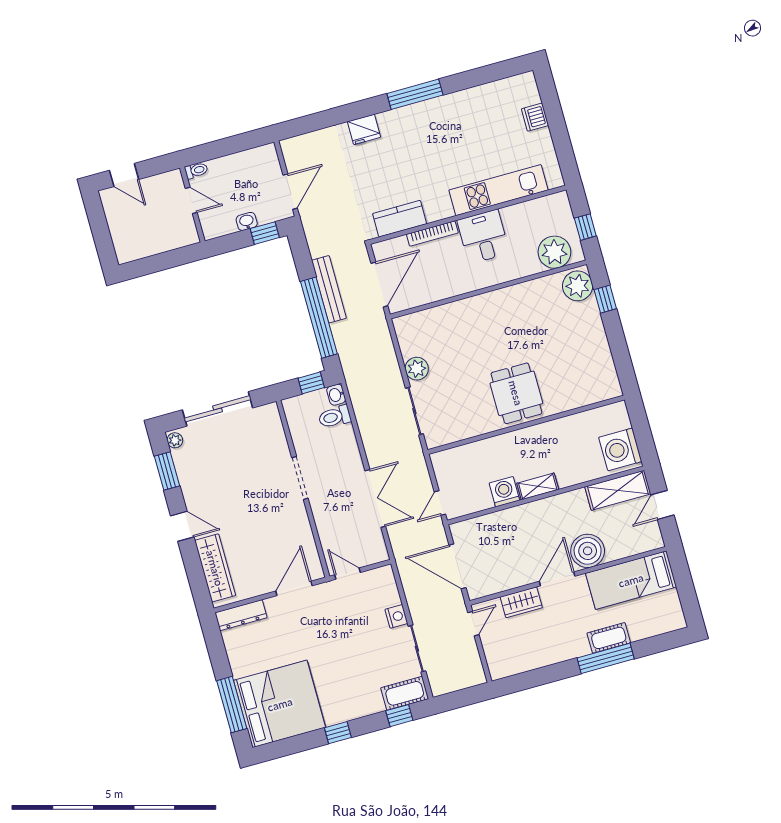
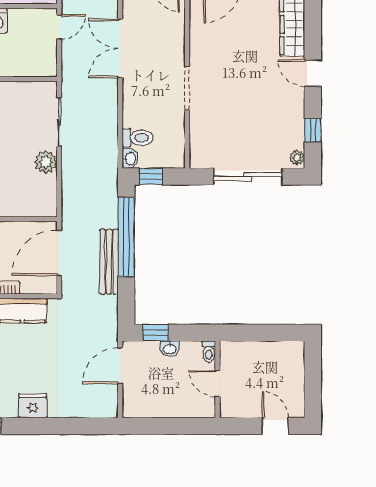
toilet: (196, 170) -> (209, 352), moved, turned -90
window: (167, 471) -> (313, 130), width x0.67

